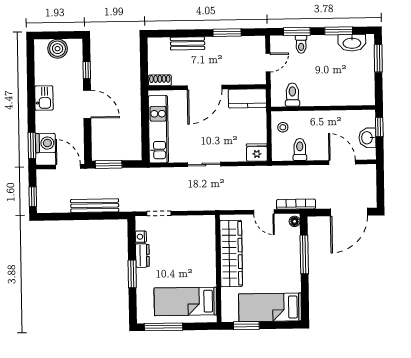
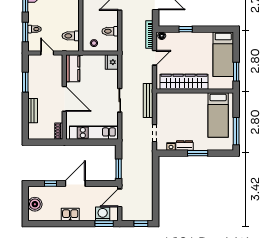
bench: (95, 206) -> (148, 101), moved
window: (304, 254) -> (186, 29), width x0.46

